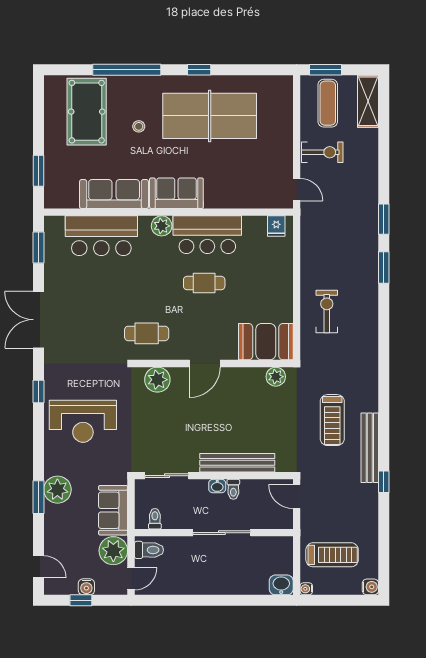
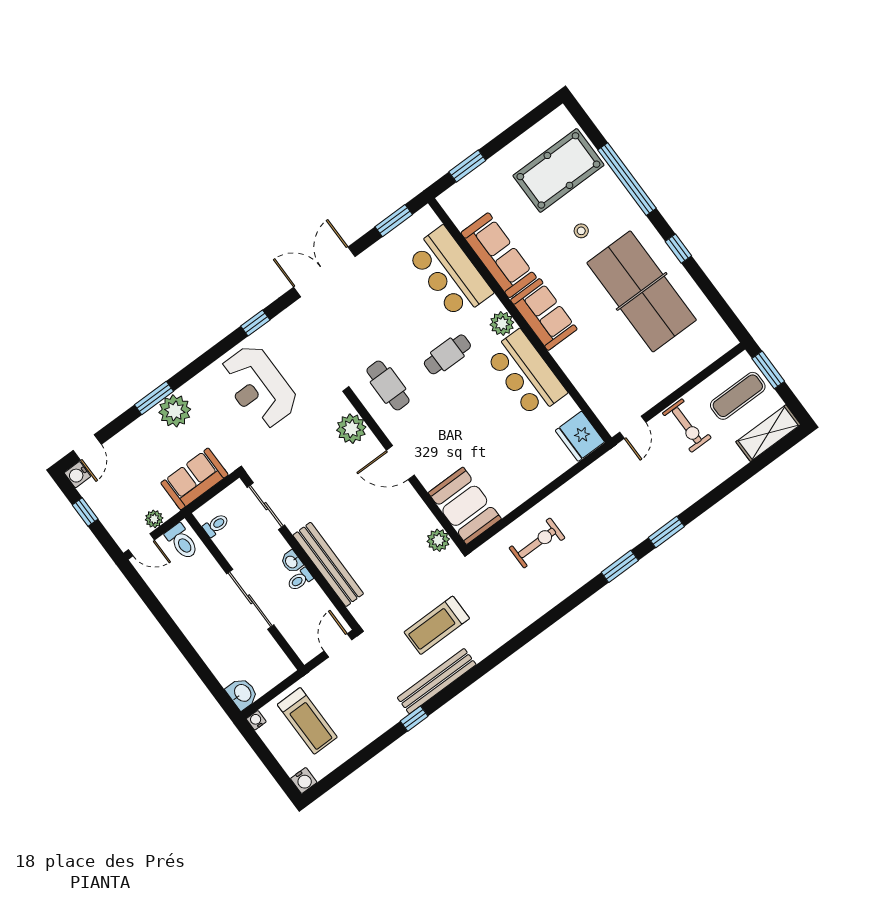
fridge: (276, 226) -> (580, 436), width x1.88, depth x1.34
cafe table: (204, 283) -> (447, 354), moved, turned 90
plant: (113, 551) -> (154, 519), width x0.53, depth x0.53
water cooler: (86, 587) -> (77, 475), moved

